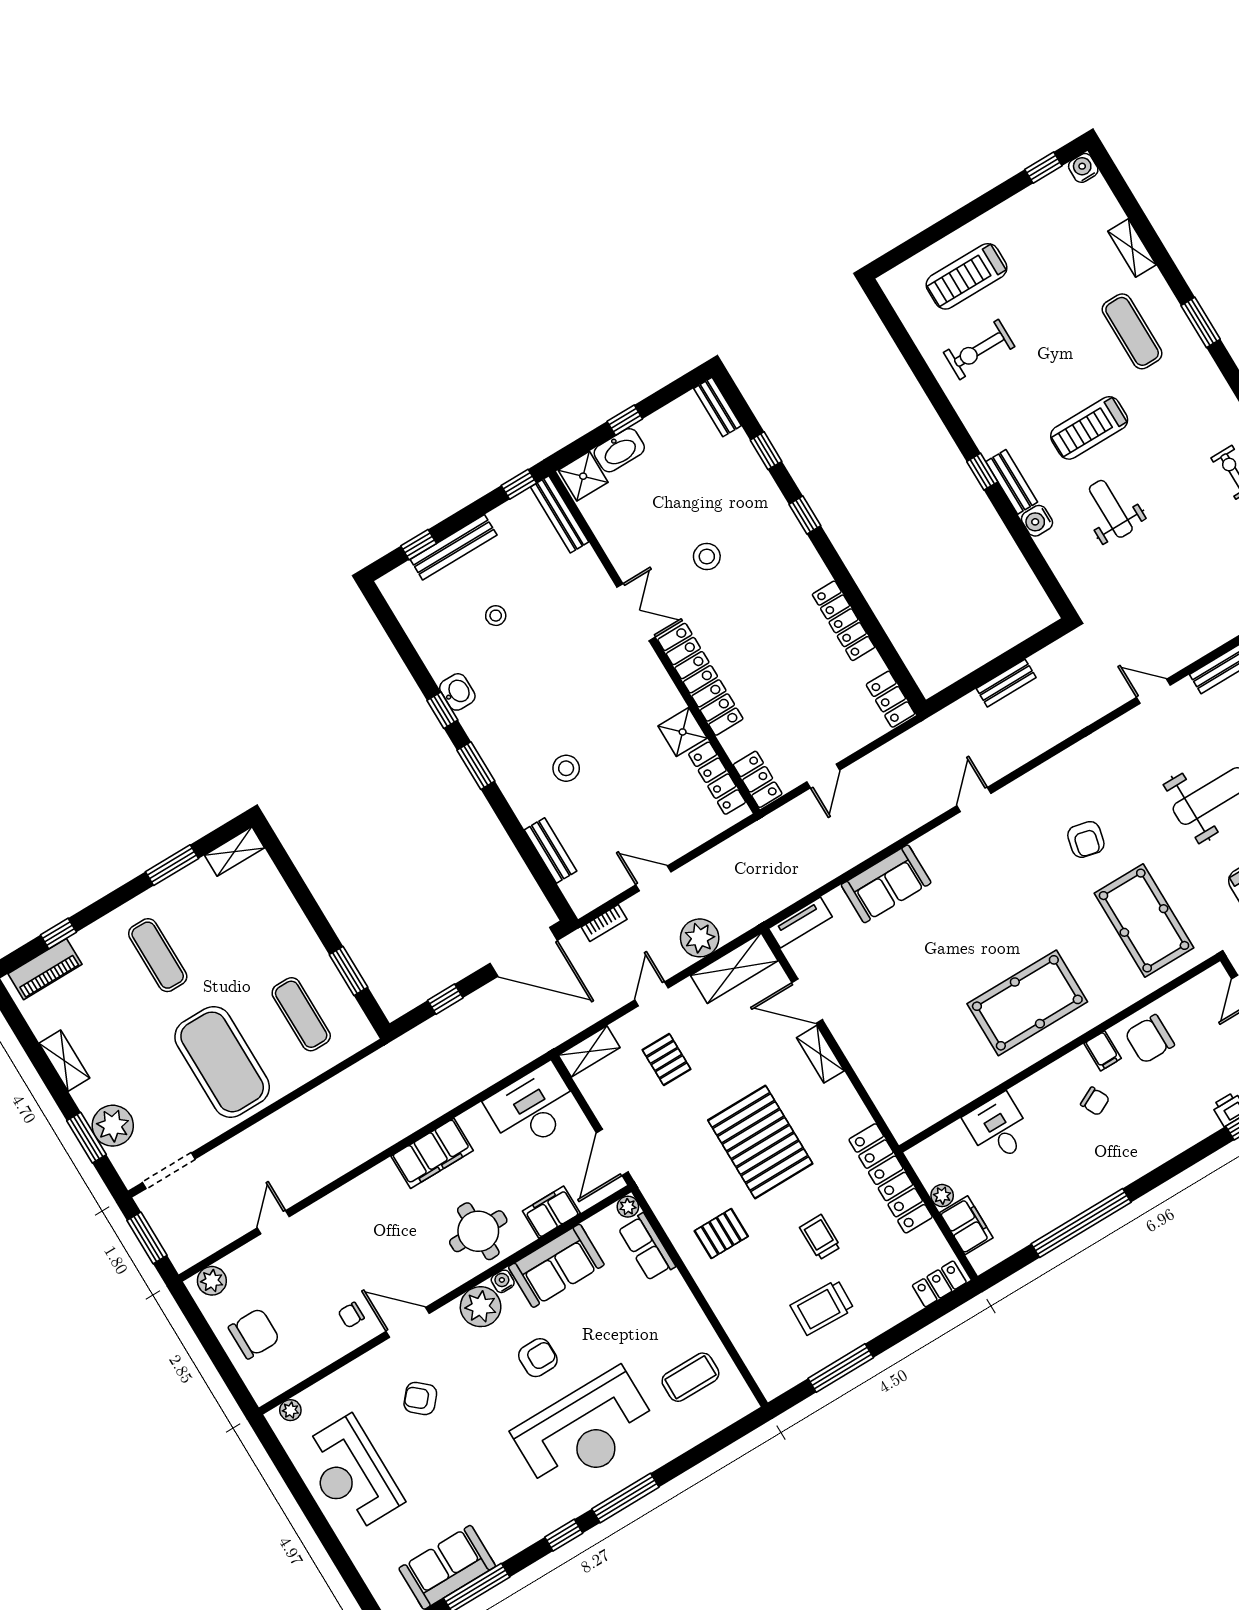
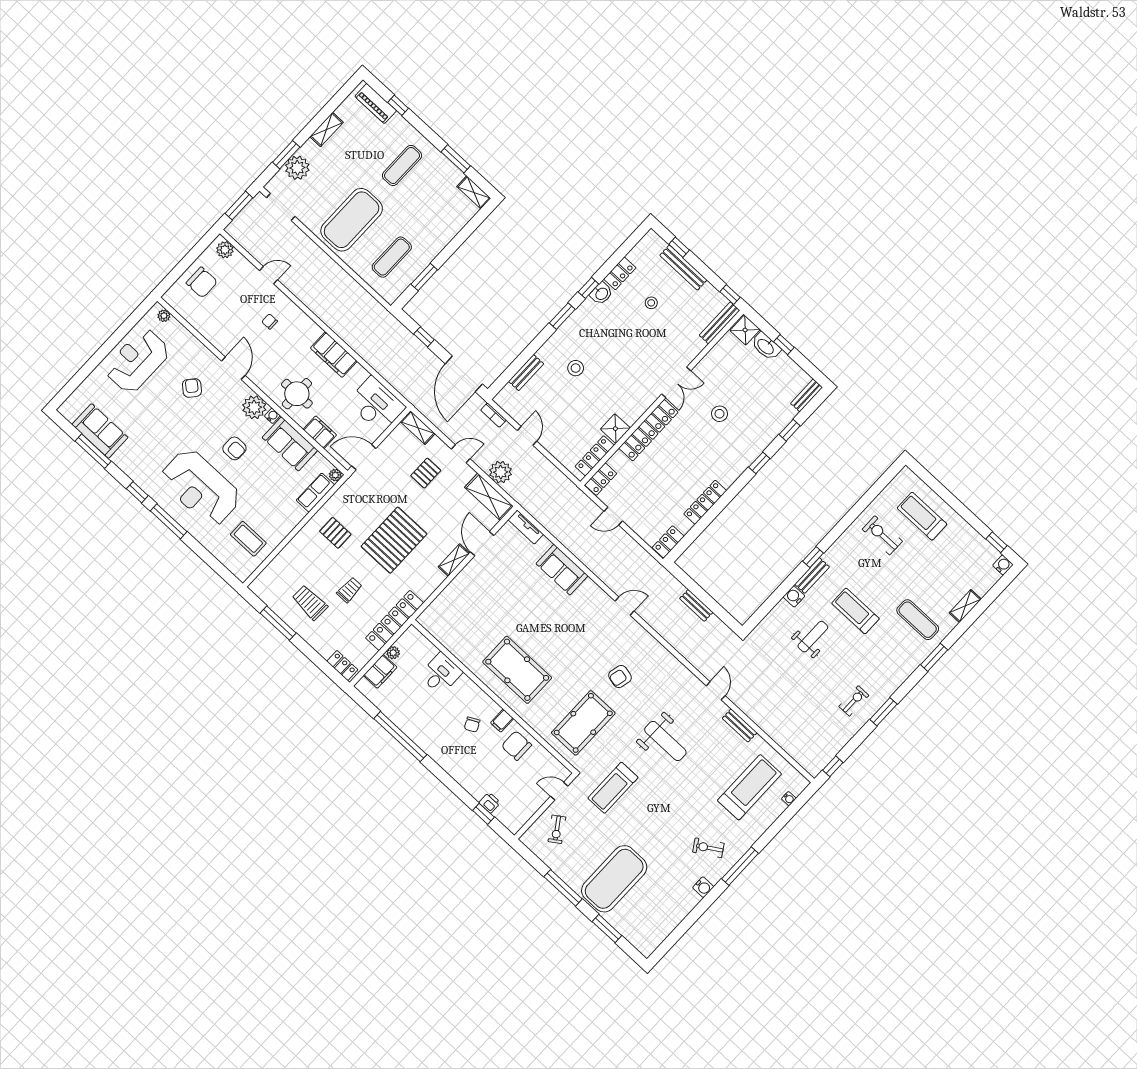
exercise mat: (1132, 331) -> (918, 620), turned 90
locker: (433, 653) -> (620, 273), added
chair: (351, 1315) -> (270, 321), moved

